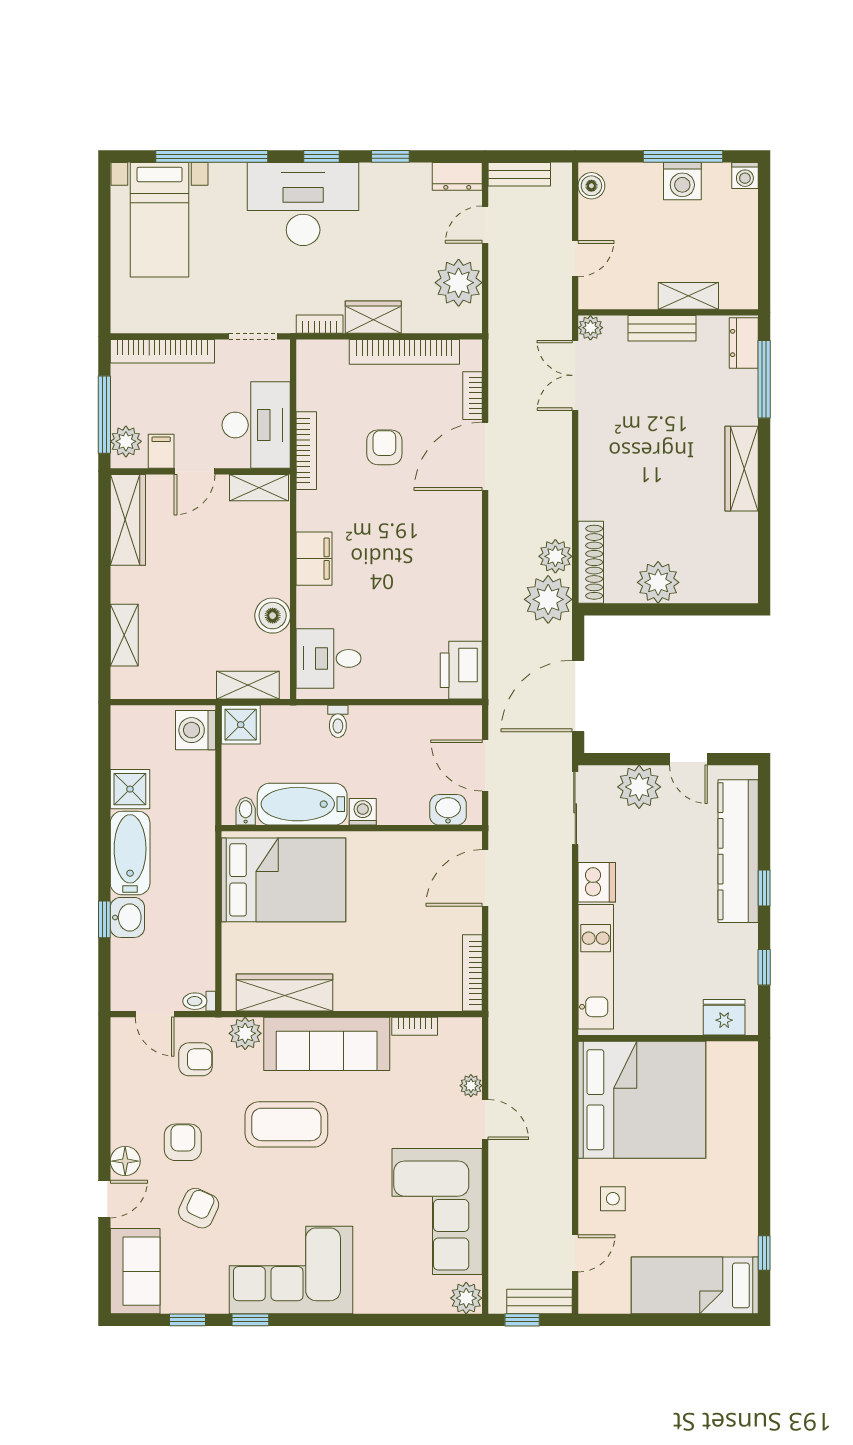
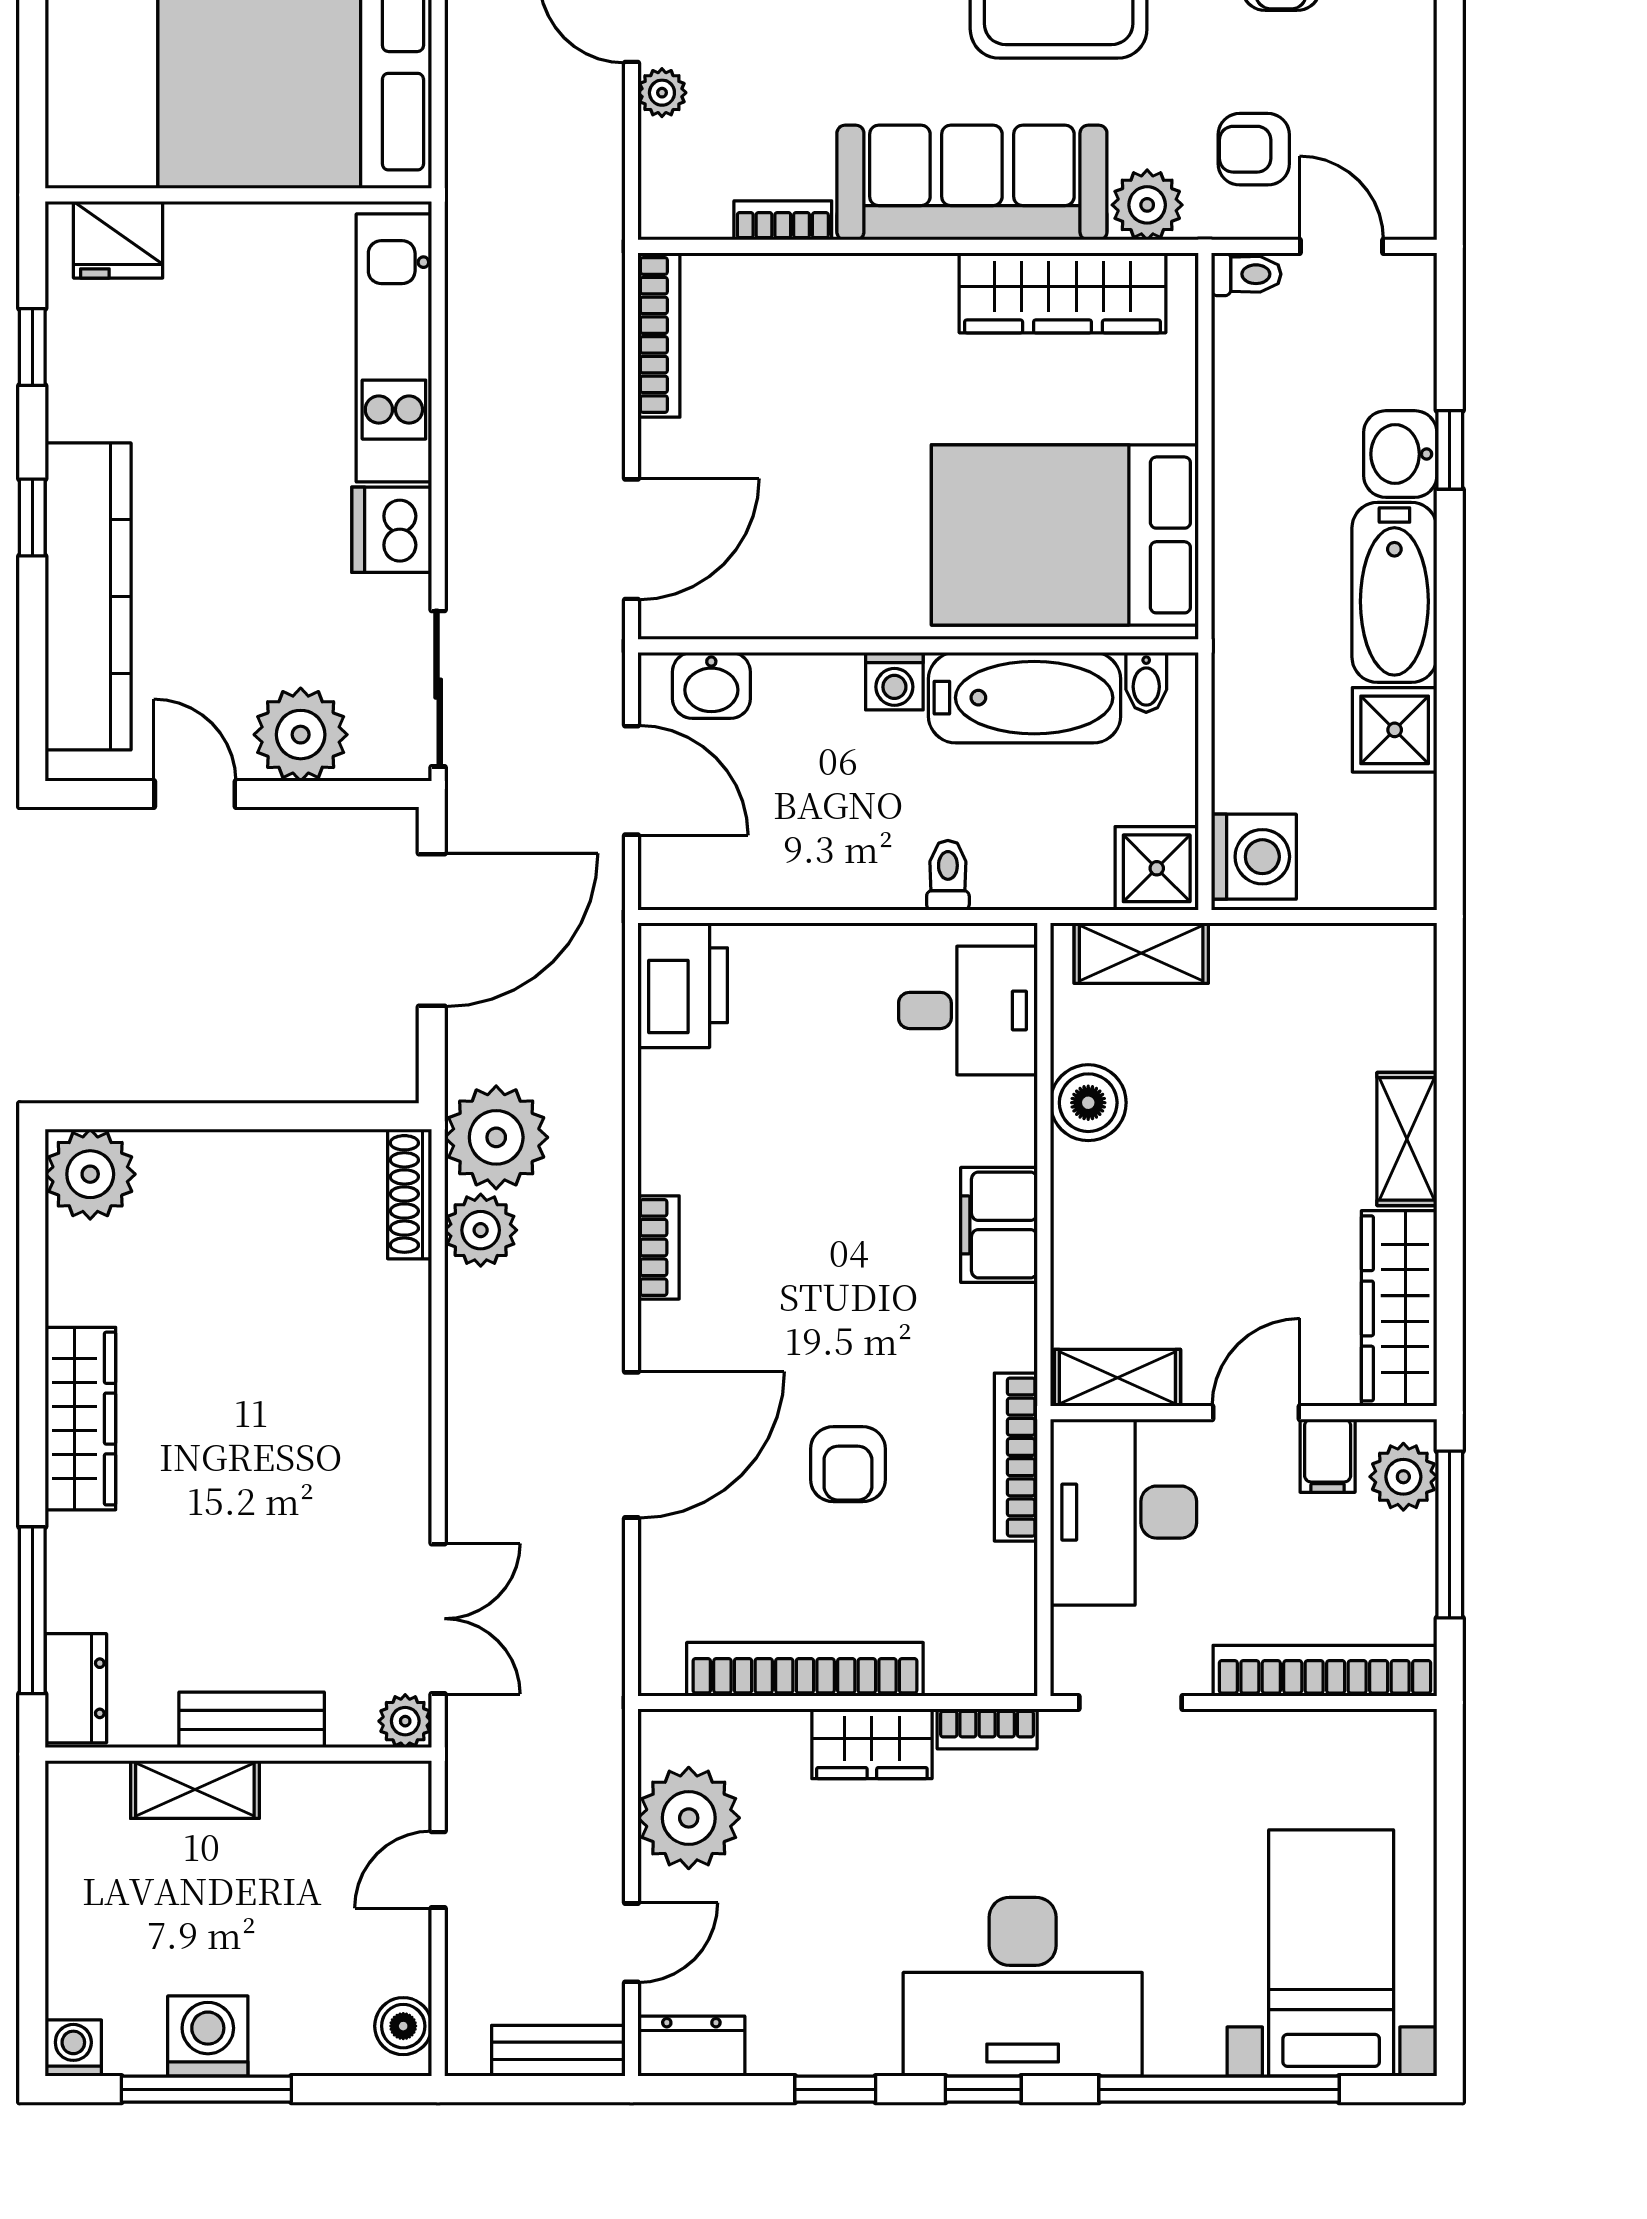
bookcase: (473, 396) -> (659, 1247), moved
shoe rack: (591, 562) -> (410, 1194), width x0.74, depth x0.81
plant: (658, 582) -> (90, 1174), moved
shelving: (124, 635) -> (1407, 1139), moved

